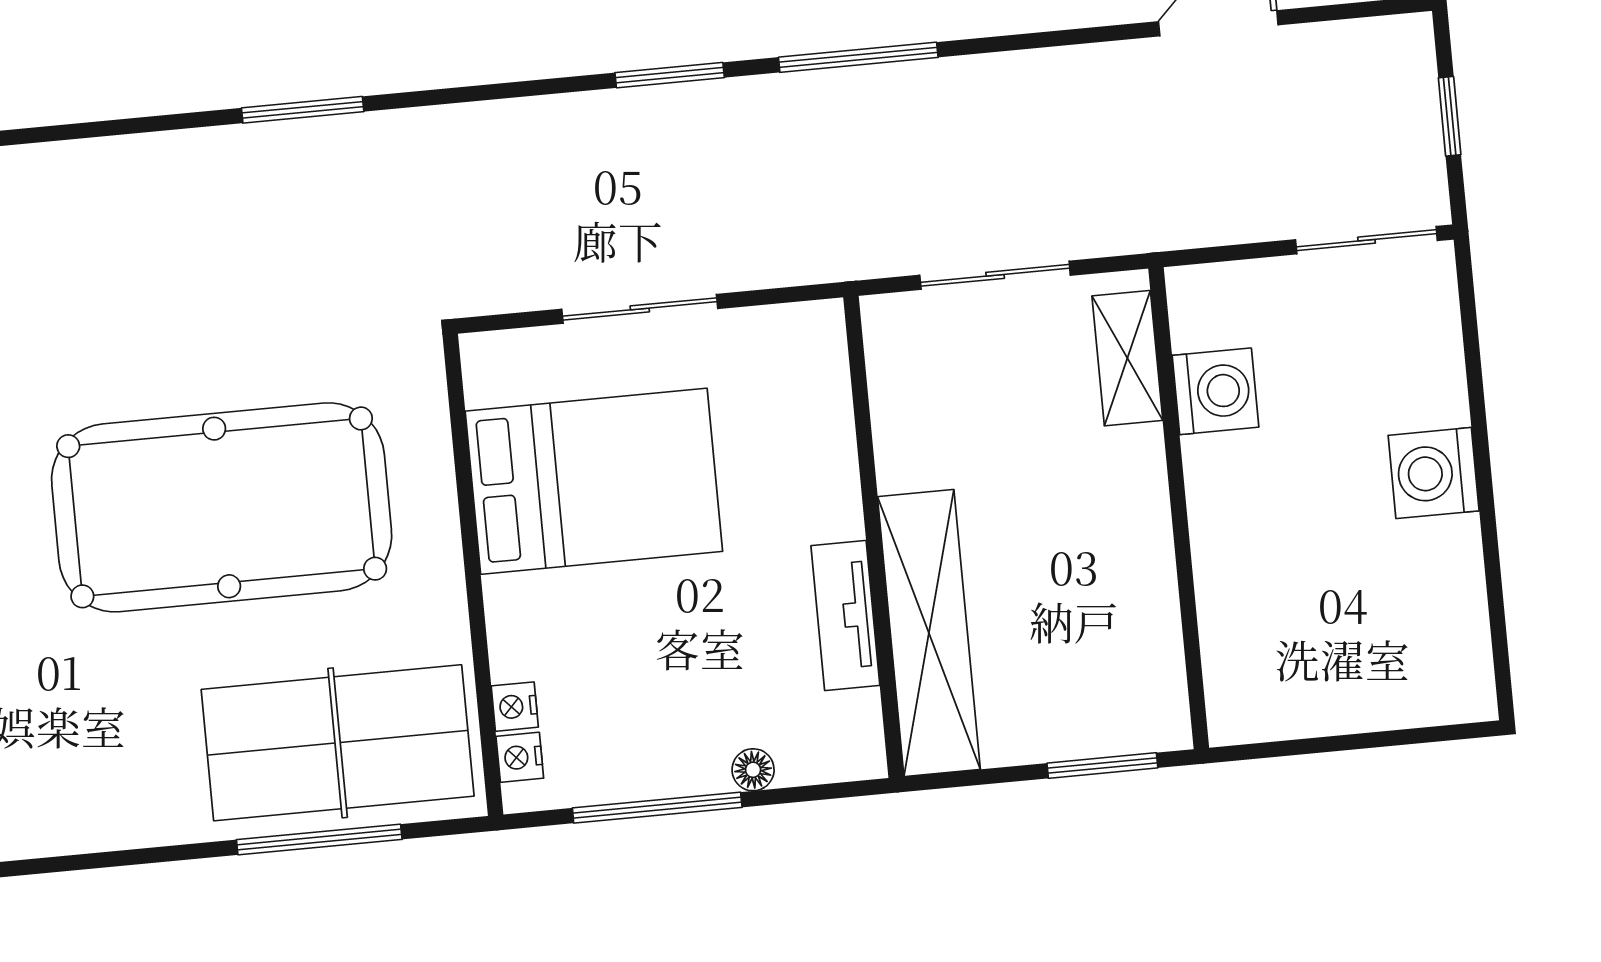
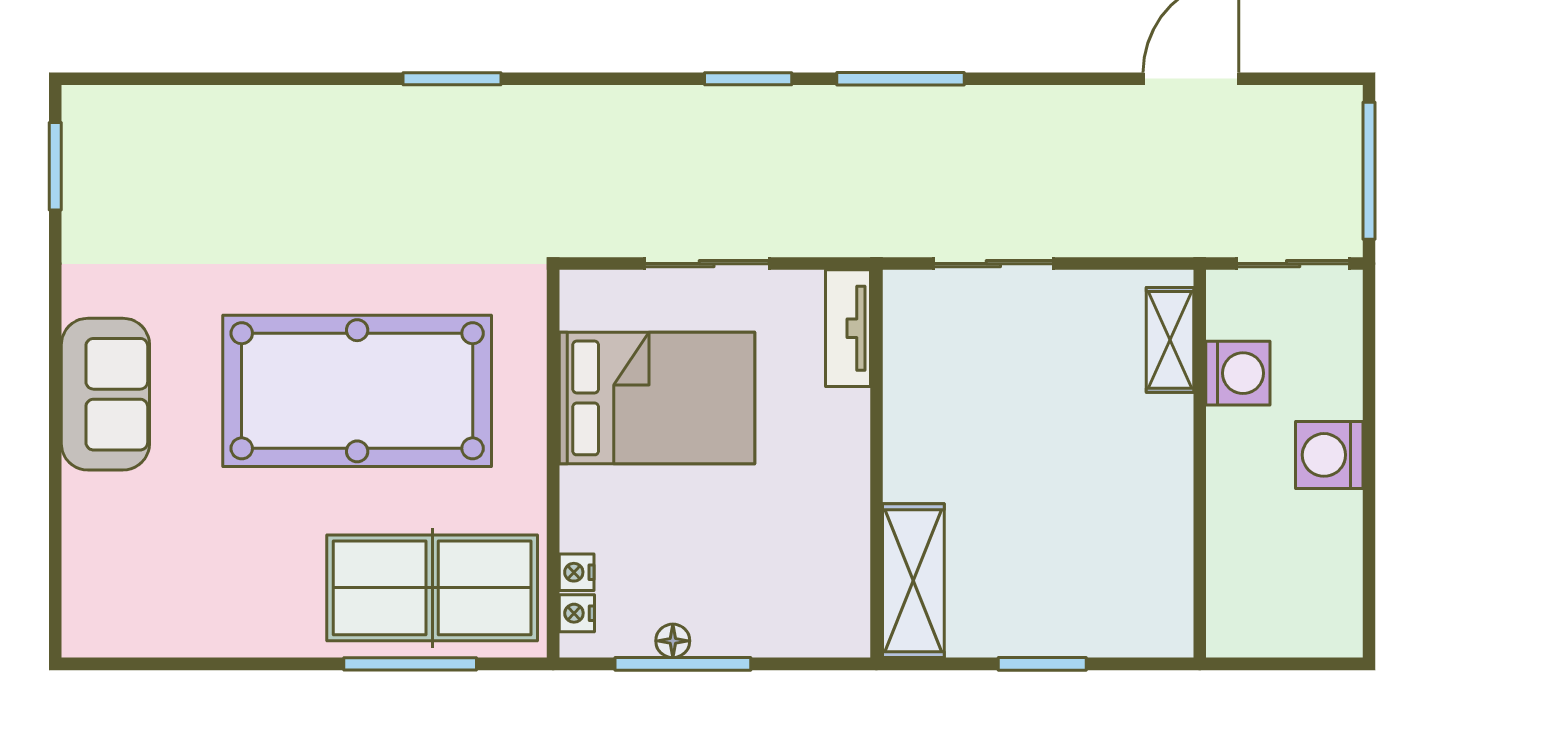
window: (1450, 116) -> (1369, 171), width x2.17
shelving: (1127, 358) -> (1170, 340), moved
washing machine: (1215, 391) -> (1238, 373), moved
wall: (1179, 508) -> (1200, 464), moved
tv unit: (845, 616) -> (848, 328), moved
shelving: (929, 633) -> (913, 581), width x0.68
floor lamp: (753, 770) -> (673, 641), moved

